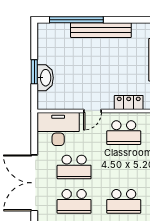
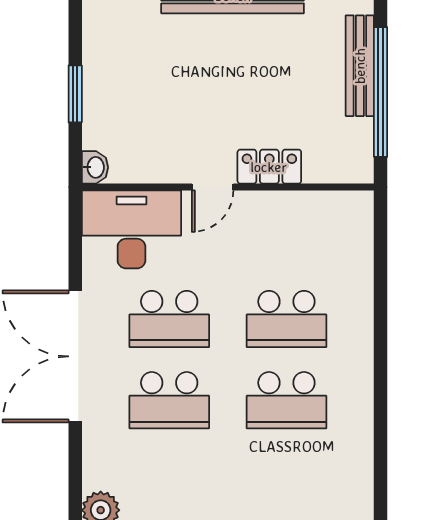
washbasin: (45, 78) -> (95, 167), moved, width x0.52, depth x0.69
locker: (129, 102) -> (269, 167), moved
school desk: (124, 133) -> (286, 319), moved

